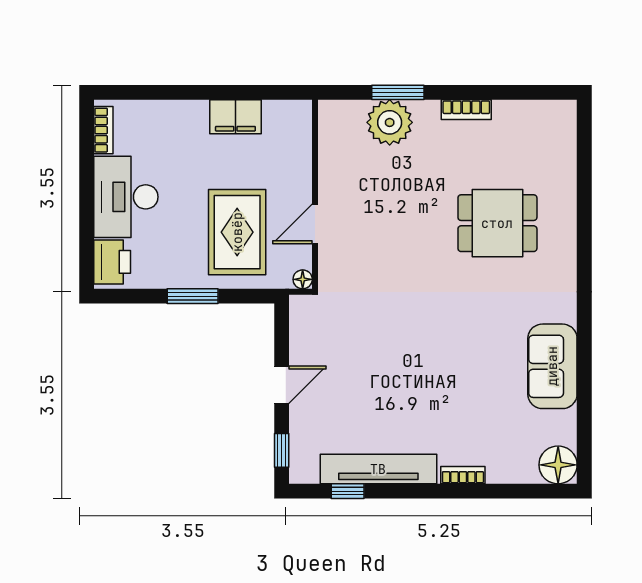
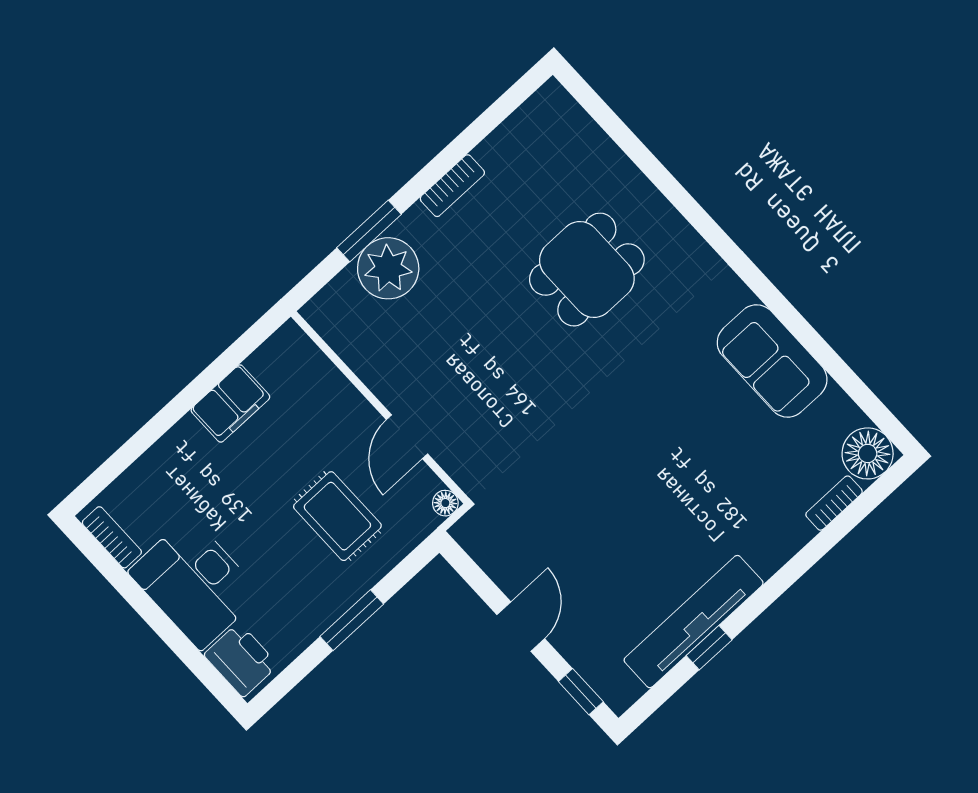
rug: (237, 232) -> (337, 516), width x0.73, depth x0.70
bookcase: (463, 475) -> (834, 503), moved
window: (348, 491) -> (709, 648), moved

